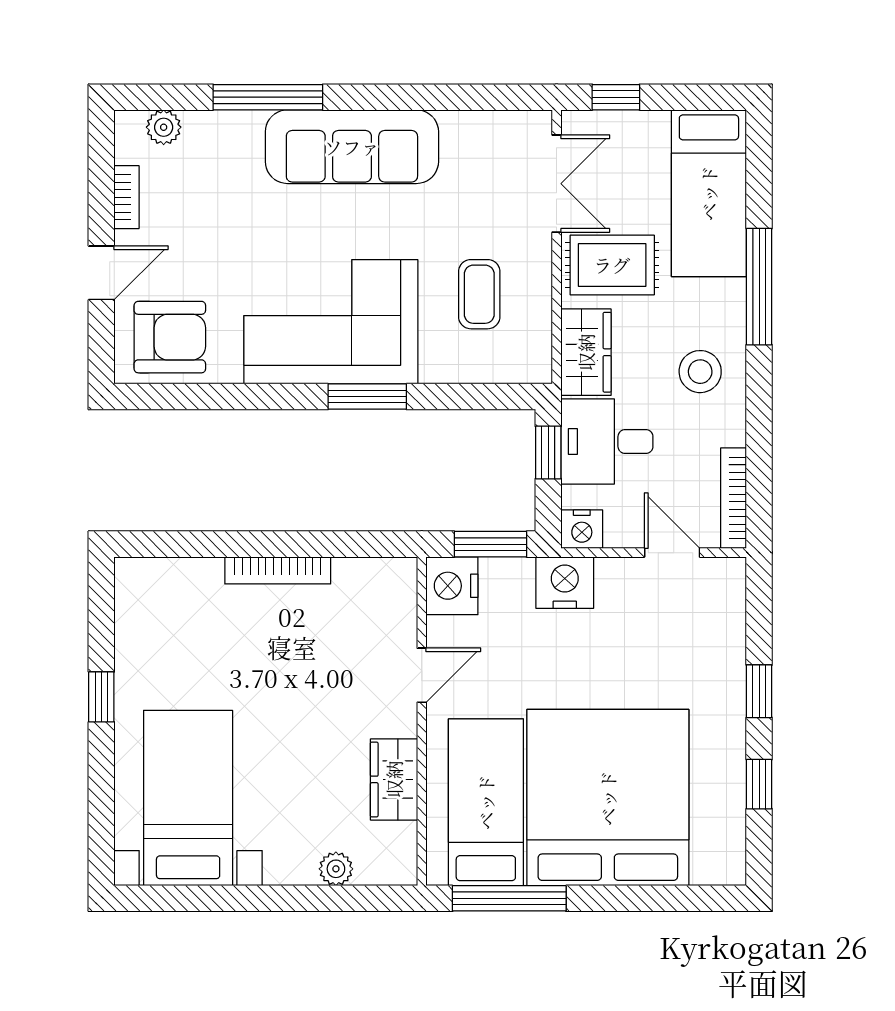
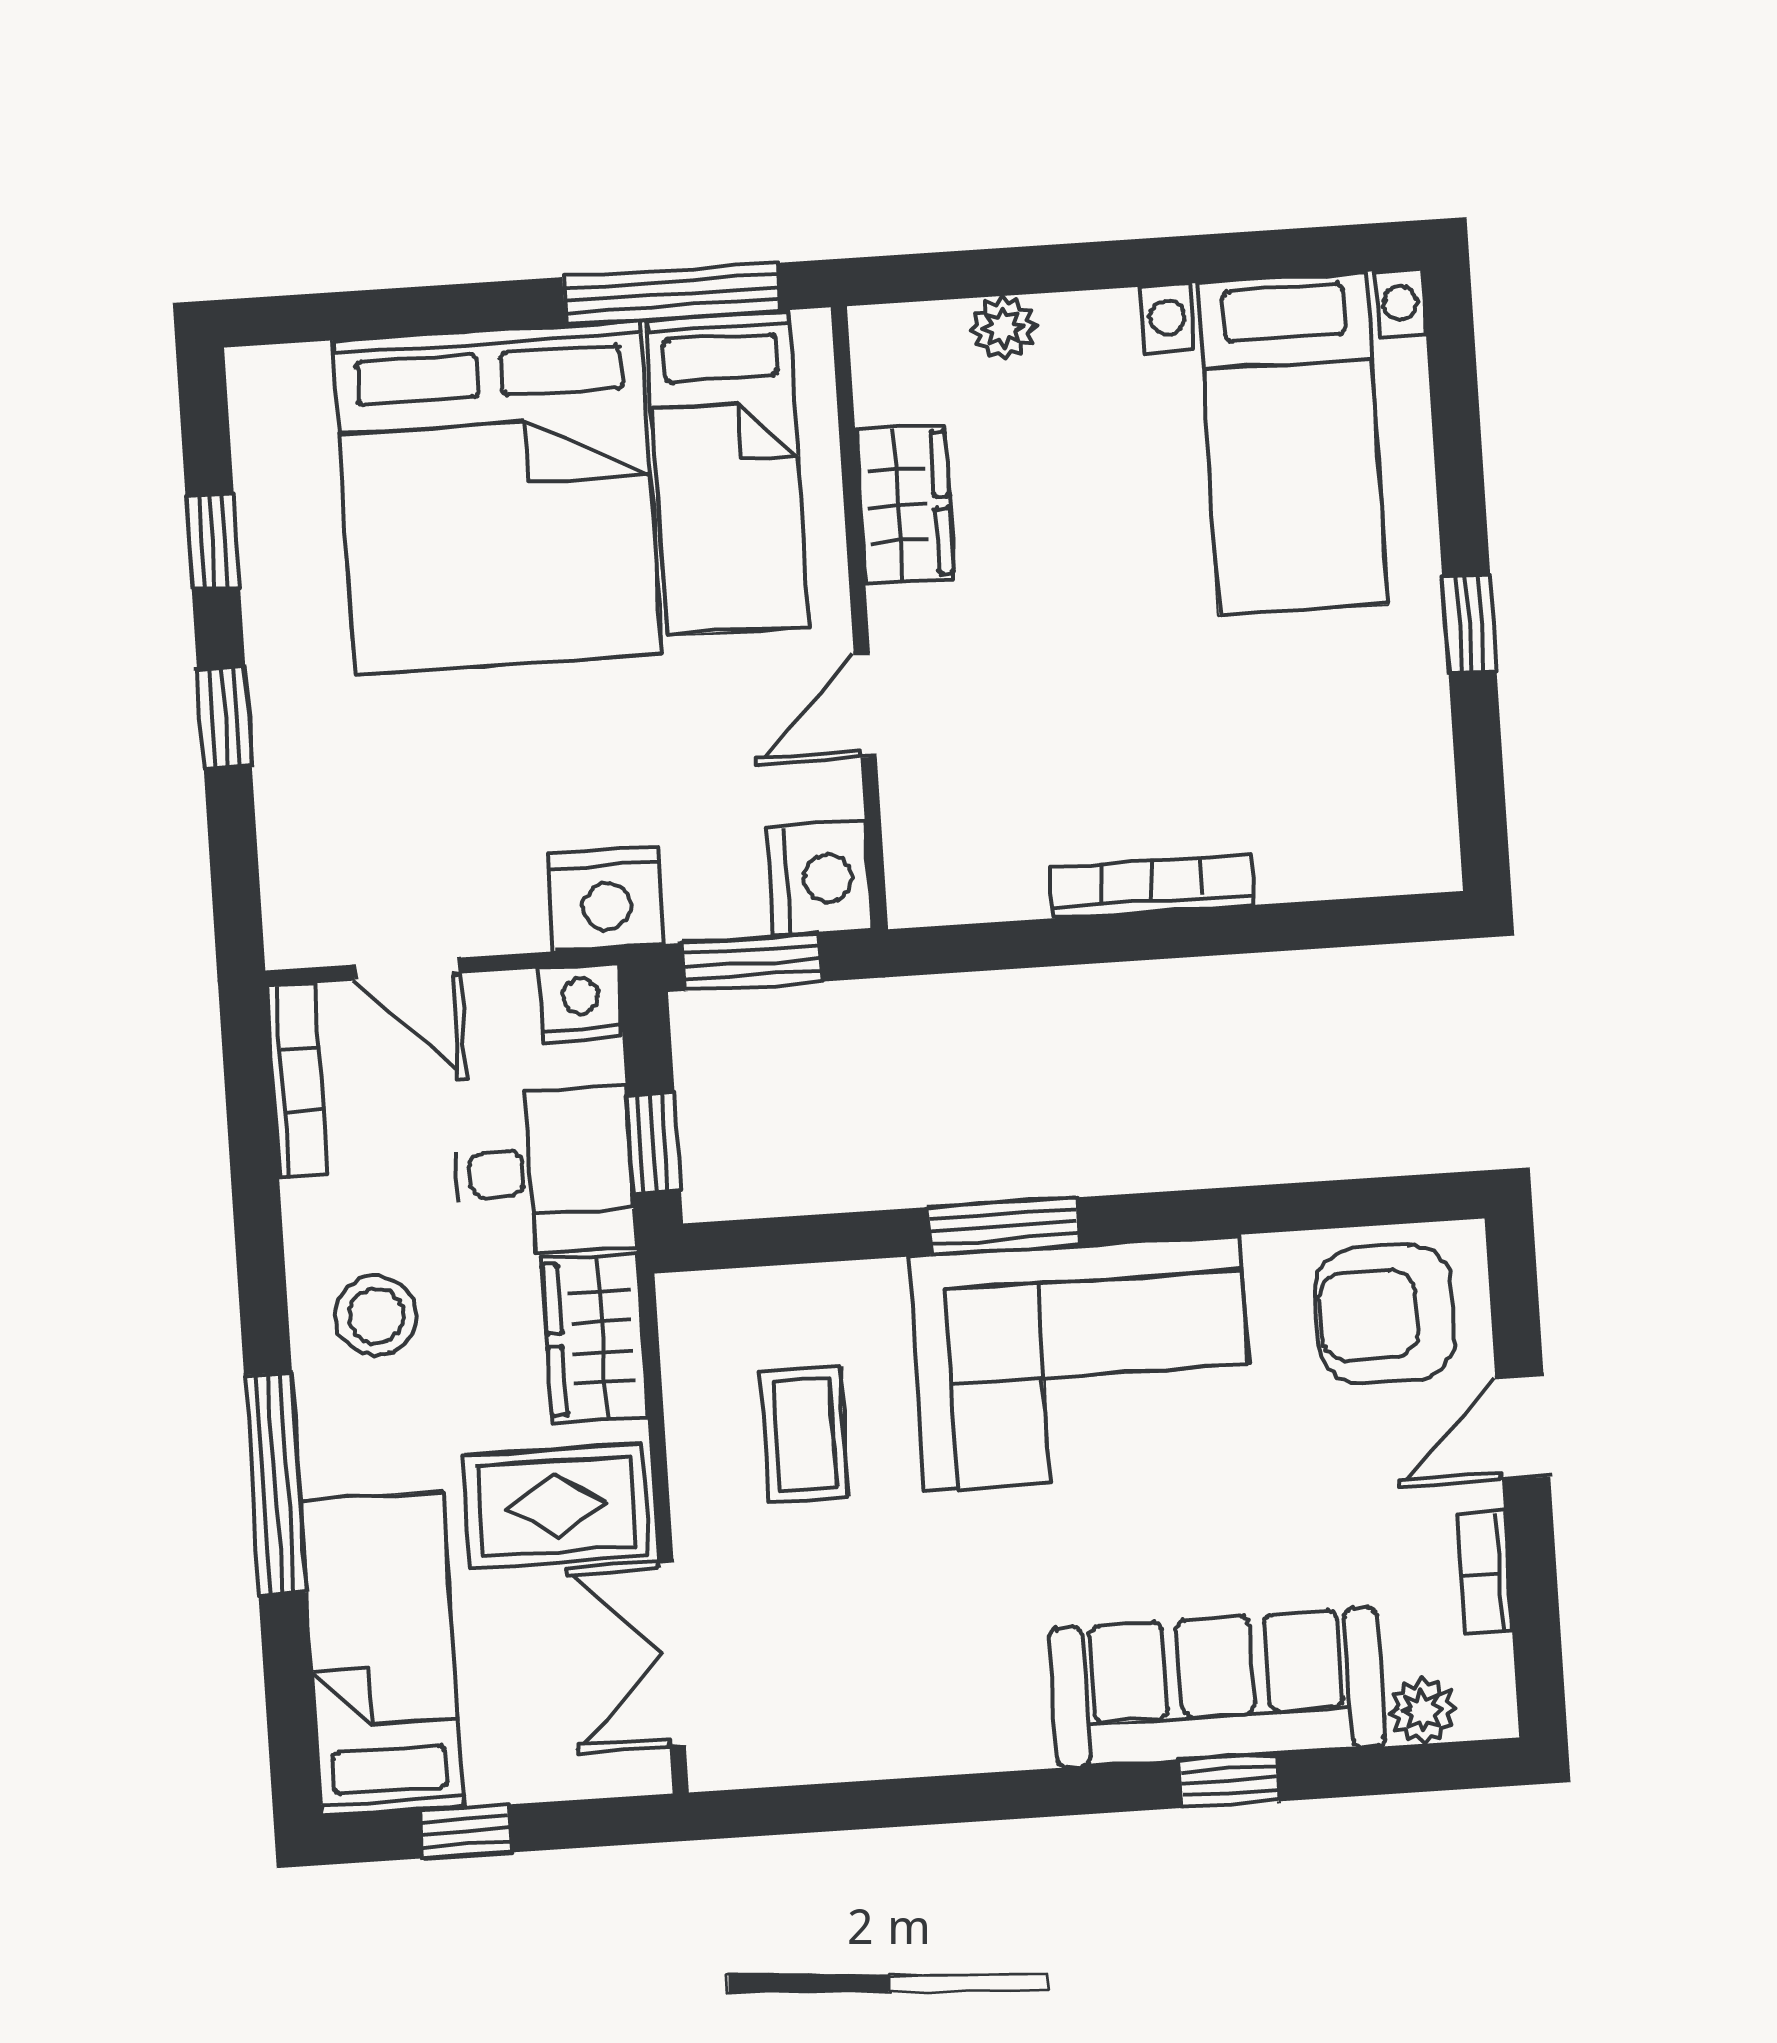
window: (268, 97) -> (1229, 1781), width x0.46
window: (616, 97) -> (466, 1831), moved
sofa: (352, 147) -> (1217, 1687), moved

